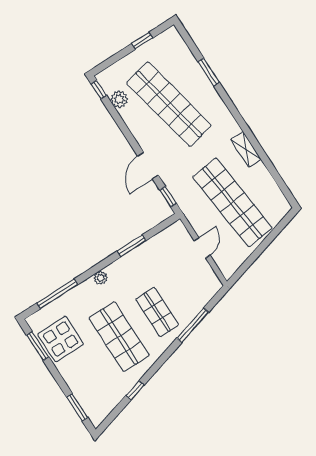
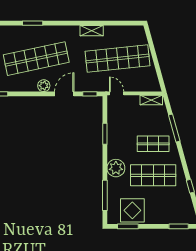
plant: (119, 99) -> (44, 86), moved
door: (148, 166) -> (64, 94), swing flipped
door: (202, 248) -> (117, 93), moved
shelving: (209, 276) -> (151, 100), added
plant: (101, 278) -> (116, 168), width x1.88, depth x1.88

